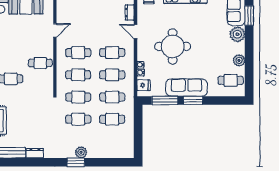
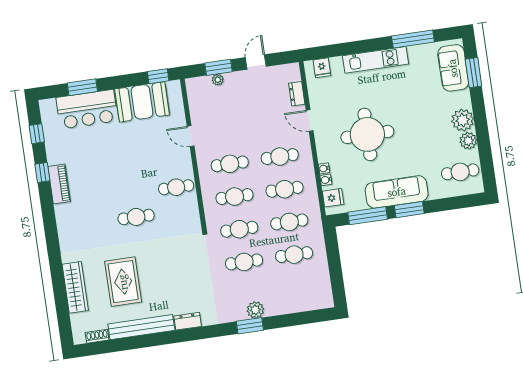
door: (55, 30) -> (191, 136), swing flipped
plant: (237, 34) -> (463, 120), moved

